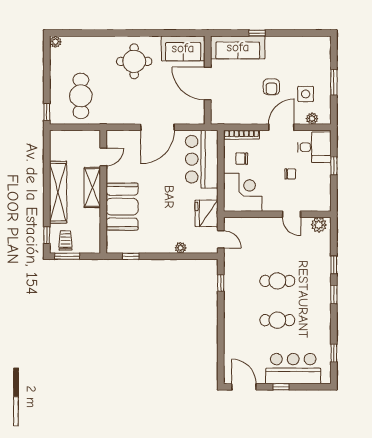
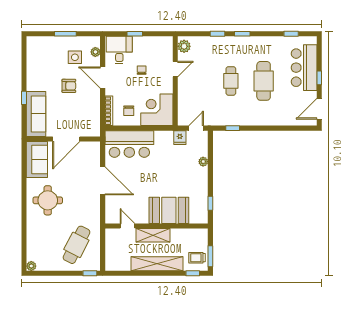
cafe table: (81, 96) -> (76, 245), turned -63
fridge: (206, 213) -> (180, 138), width x0.53, depth x0.75
cafe table: (277, 320) -> (264, 81), width x1.37, depth x1.35

